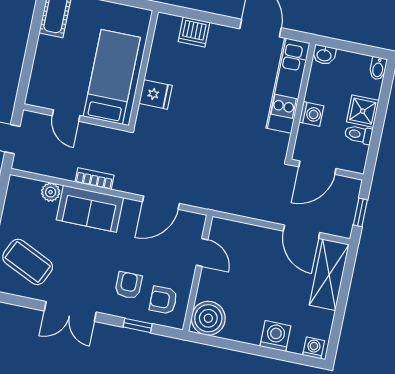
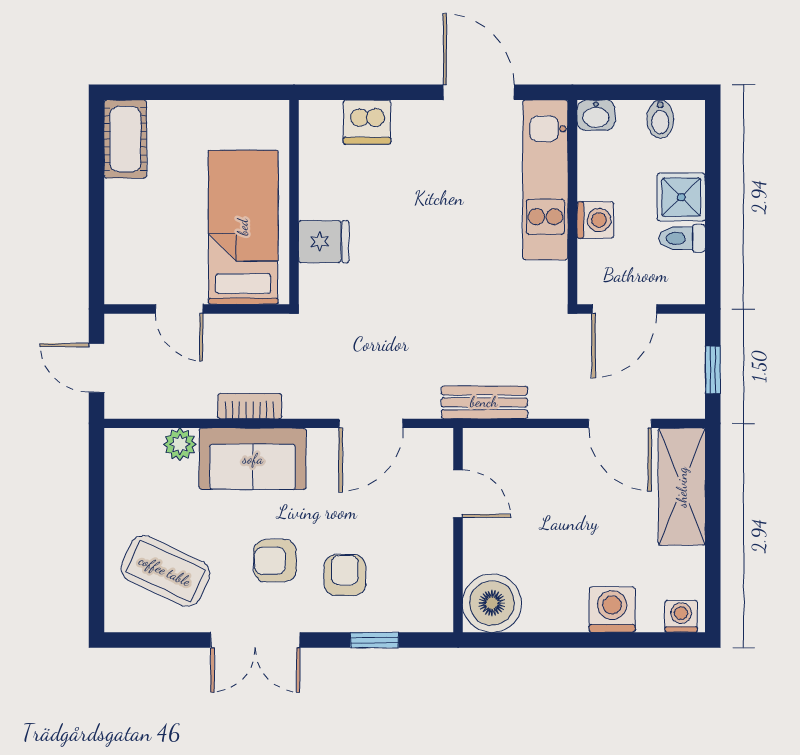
bidet: (378, 68) -> (660, 119), moved
bench: (227, 204) -> (484, 402), added
armchair: (163, 300) -> (275, 561), moved

